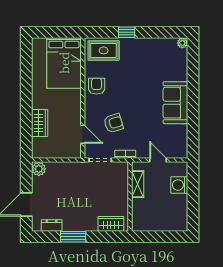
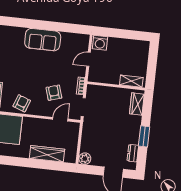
armchair: (97, 86) -> (22, 103), turned 110
wardrobe: (40, 123) -> (47, 154), width x1.50
shelving: (138, 184) -> (131, 81), moved
washing machine: (179, 185) -> (100, 43), moved

